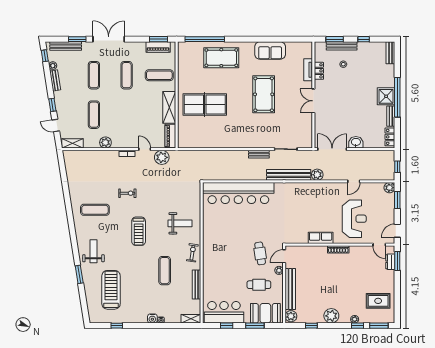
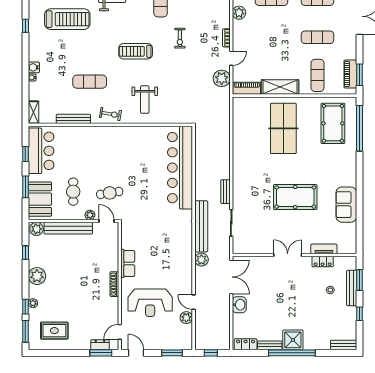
pool table: (221, 58) -> (333, 123), moved
plant: (389, 188) -> (186, 318), moved
rug: (378, 301) -> (54, 331), turned 90

